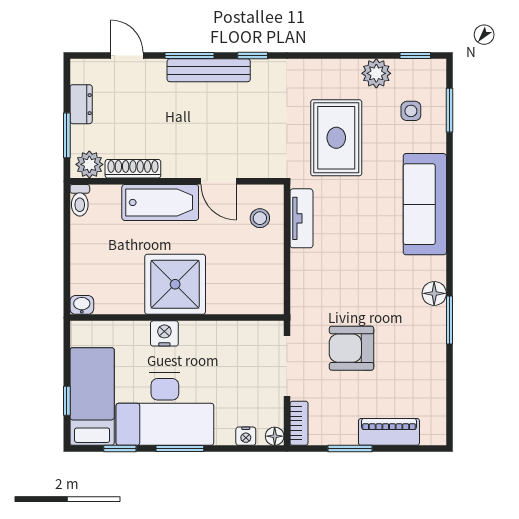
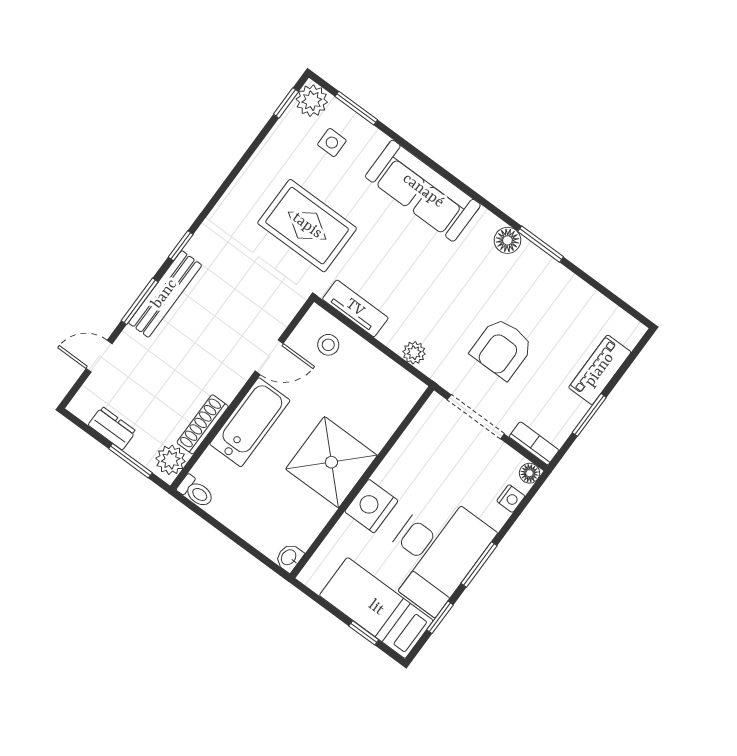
plant: (376, 73) -> (312, 101), moved
plant: (301, 286) -> (414, 353), added
nightstand: (164, 333) -> (371, 506), width x1.36, depth x1.33

